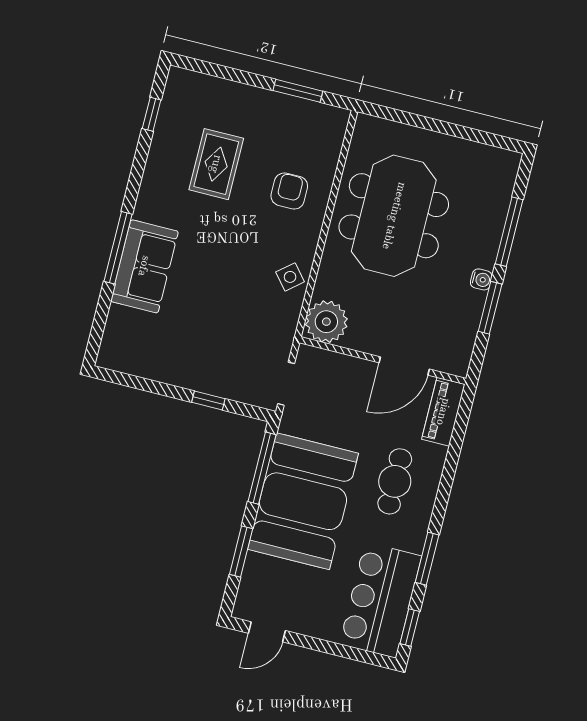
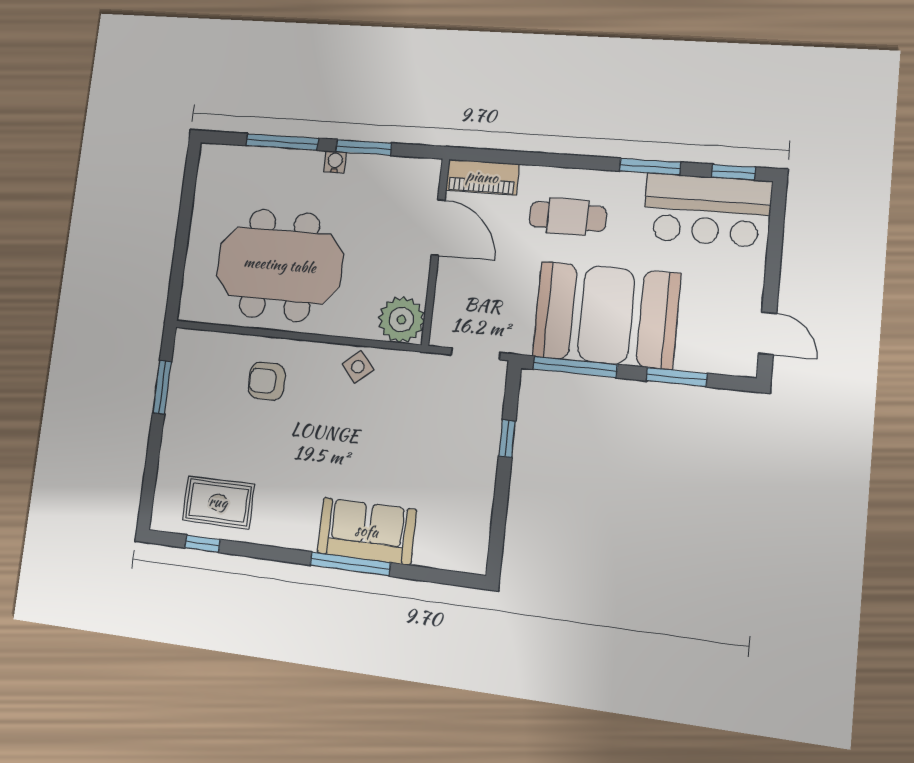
rug: (216, 164) -> (218, 502), moved

